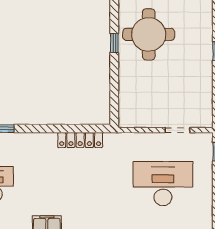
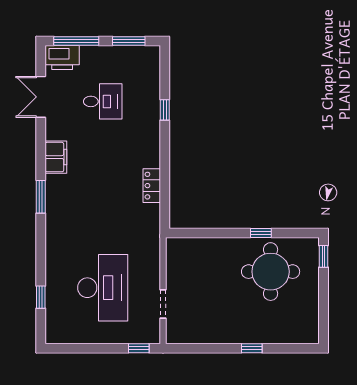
locker: (80, 140) -> (152, 186), width x0.66

